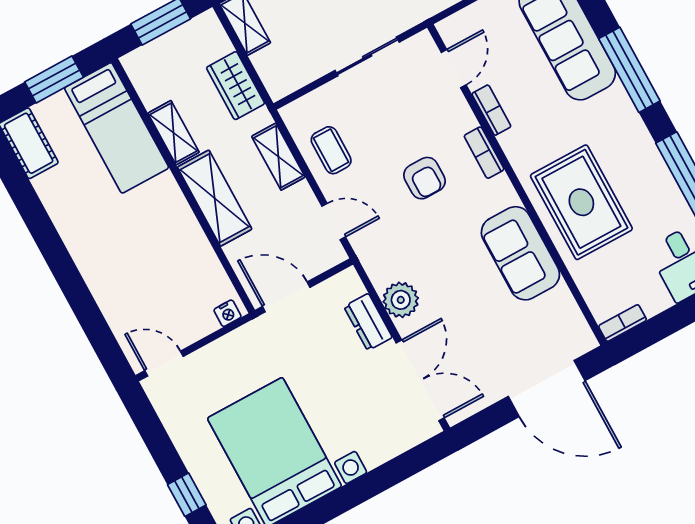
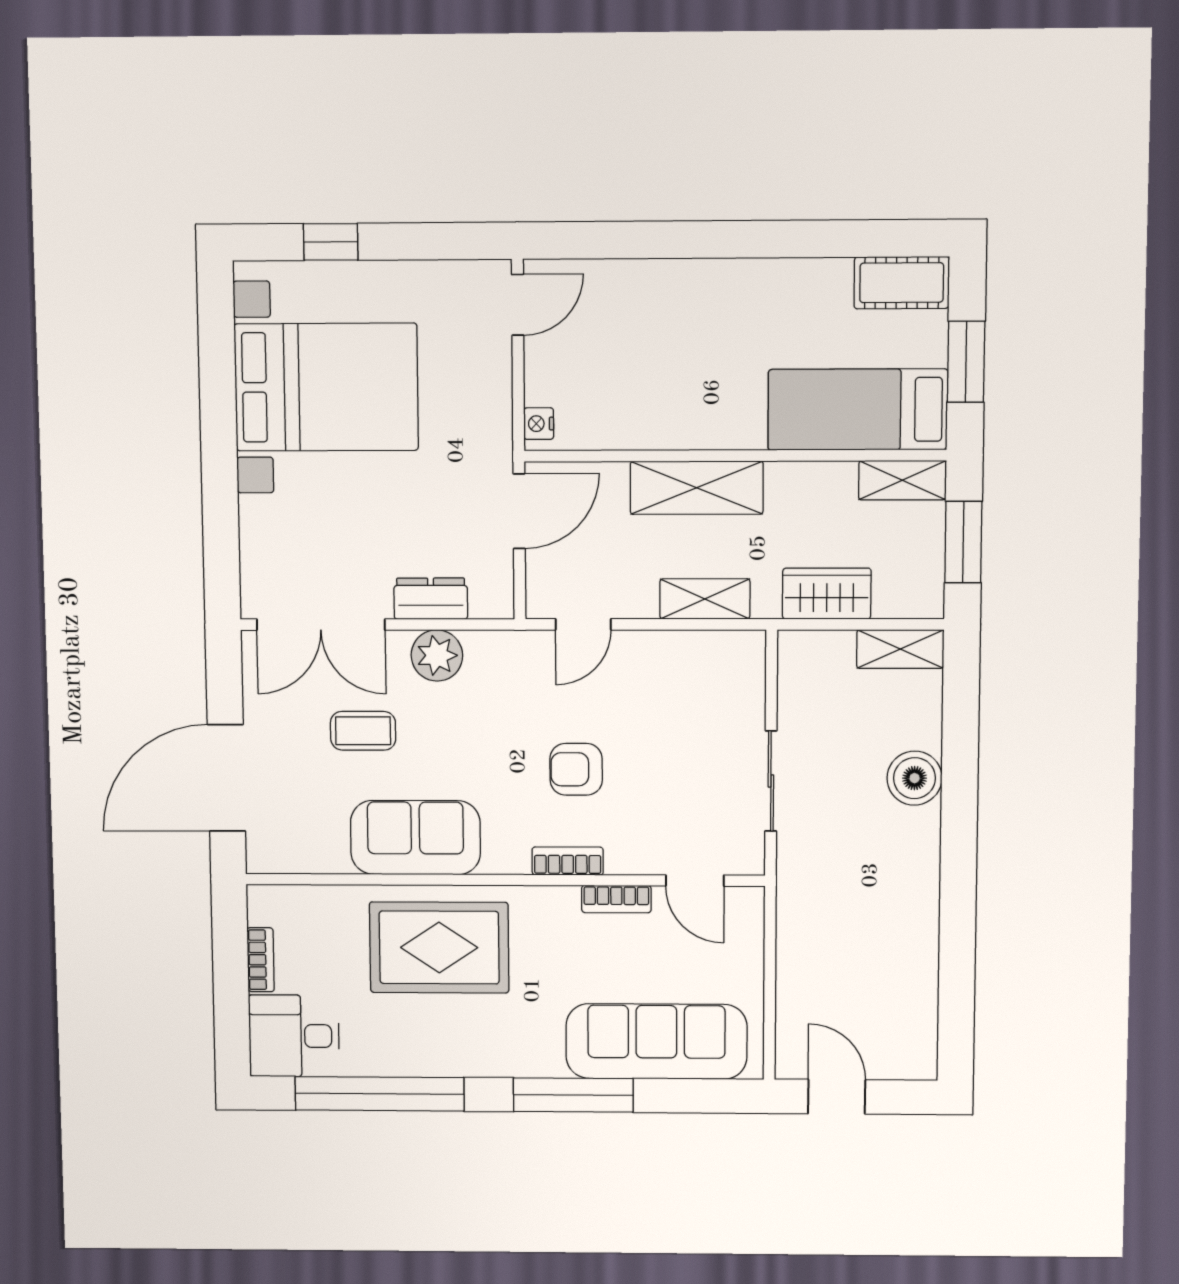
shelving: (173, 133) -> (902, 480), moved
coffee table: (331, 150) -> (363, 731), moved
bookcase: (623, 323) -> (261, 960), moved

